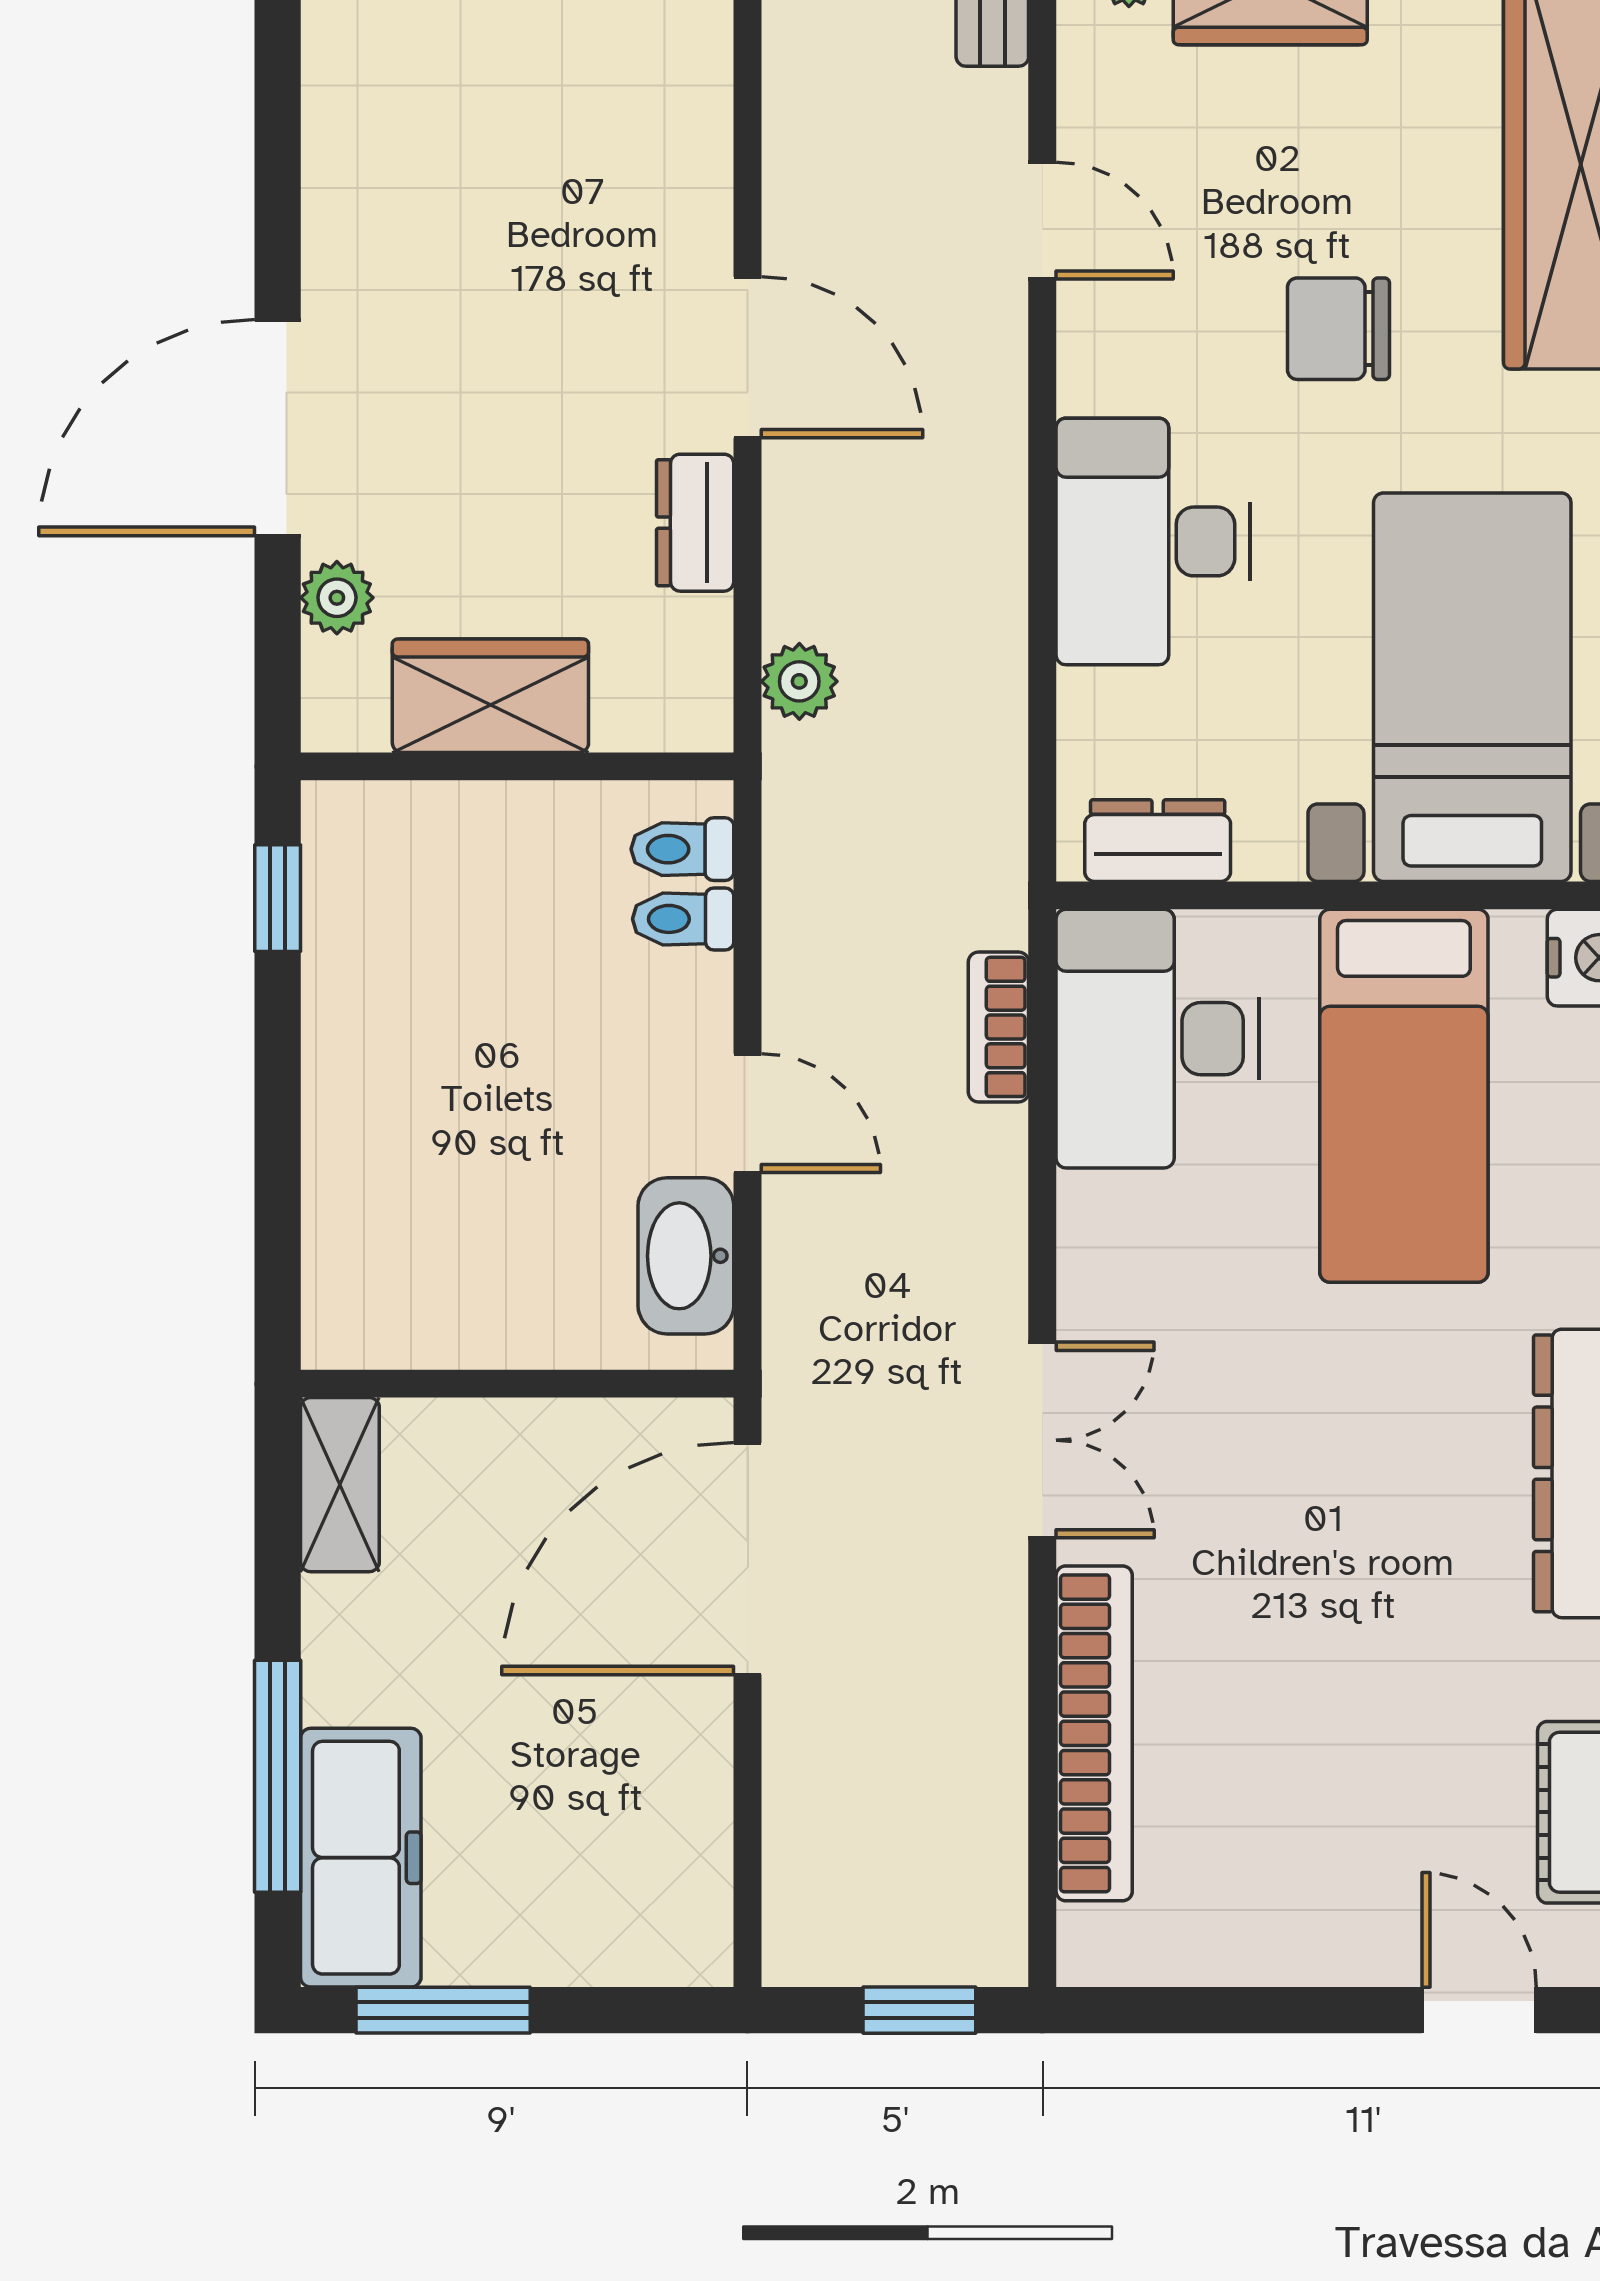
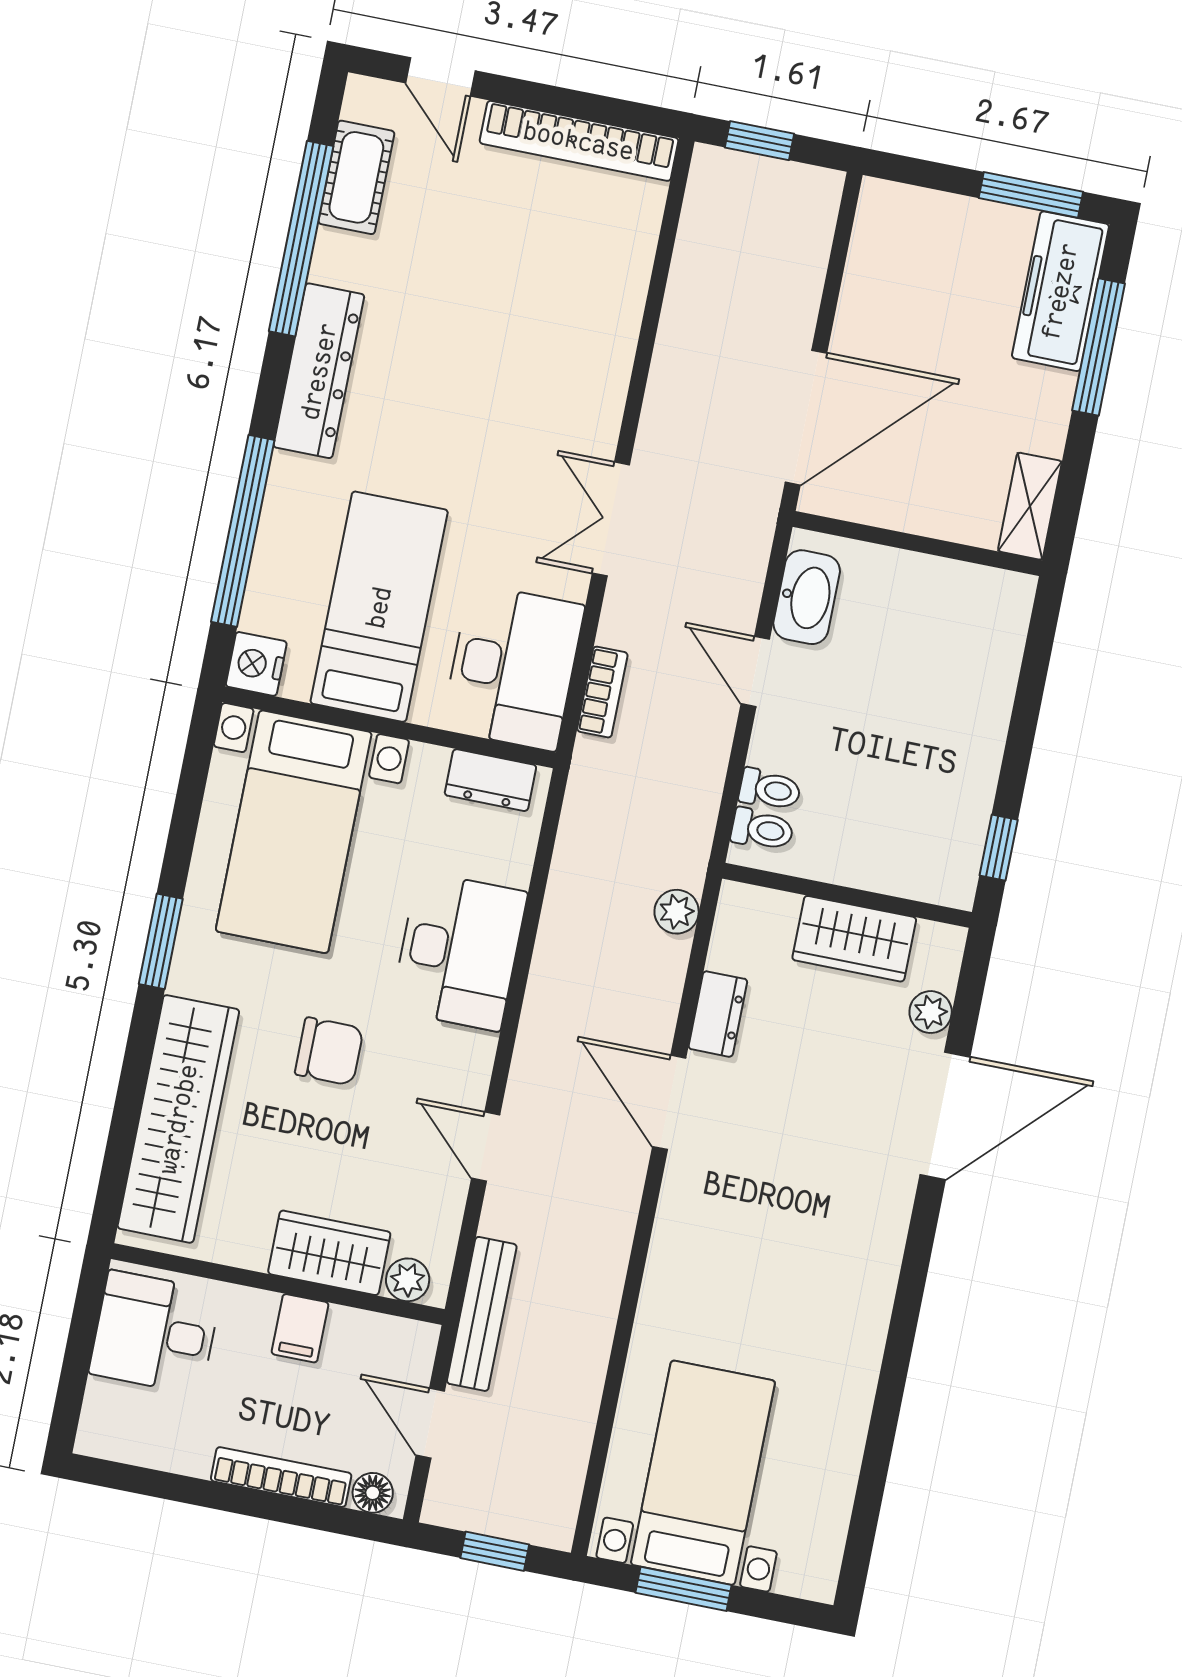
double door: (1042, 1440) -> (611, 519), moved
bookcase: (1094, 1733) -> (579, 141), moved, turned -90

